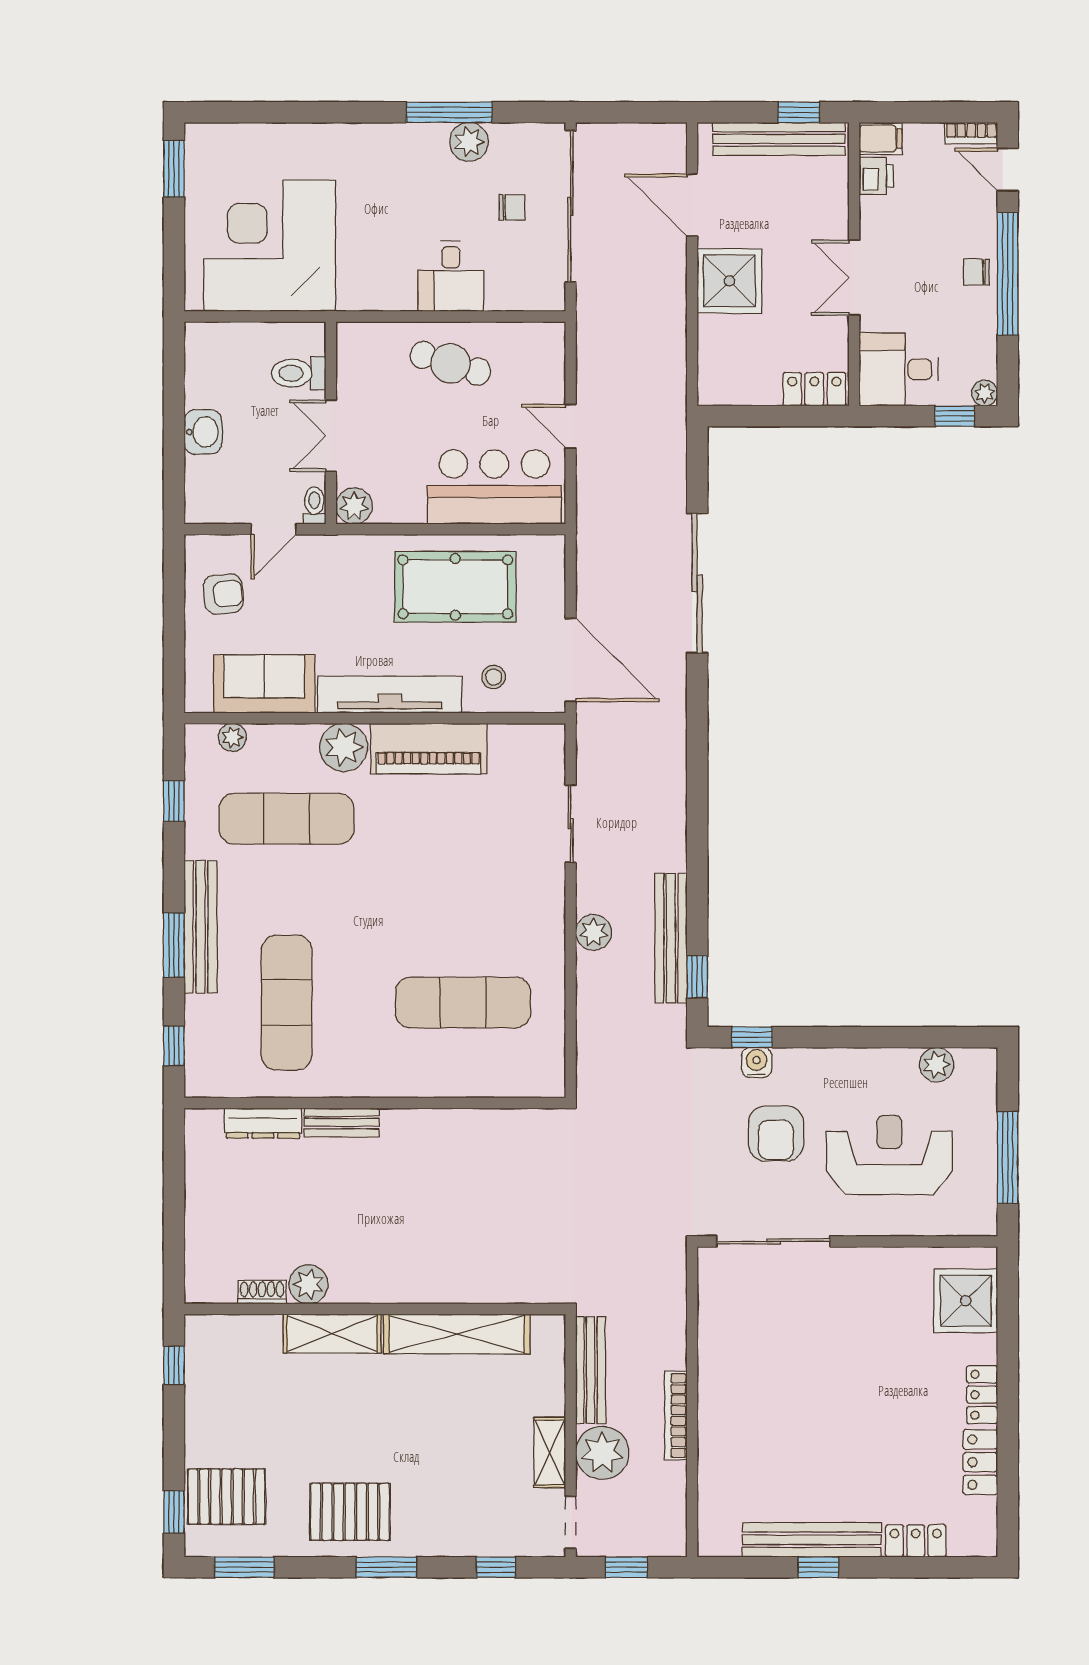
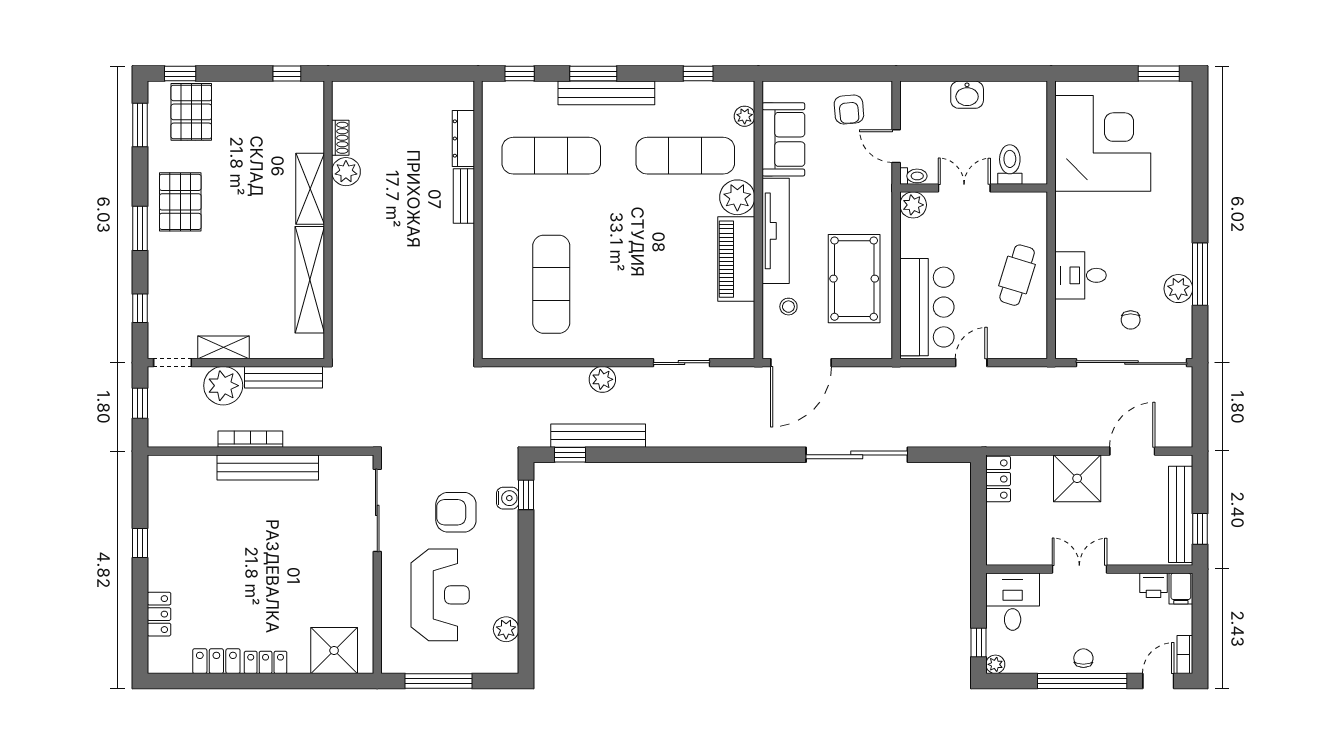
locker: (814, 389) -> (998, 479), moved
exercise mat: (287, 819) -> (685, 156), turned 90
bench: (812, 1540) -> (268, 467), moved, turned 90

